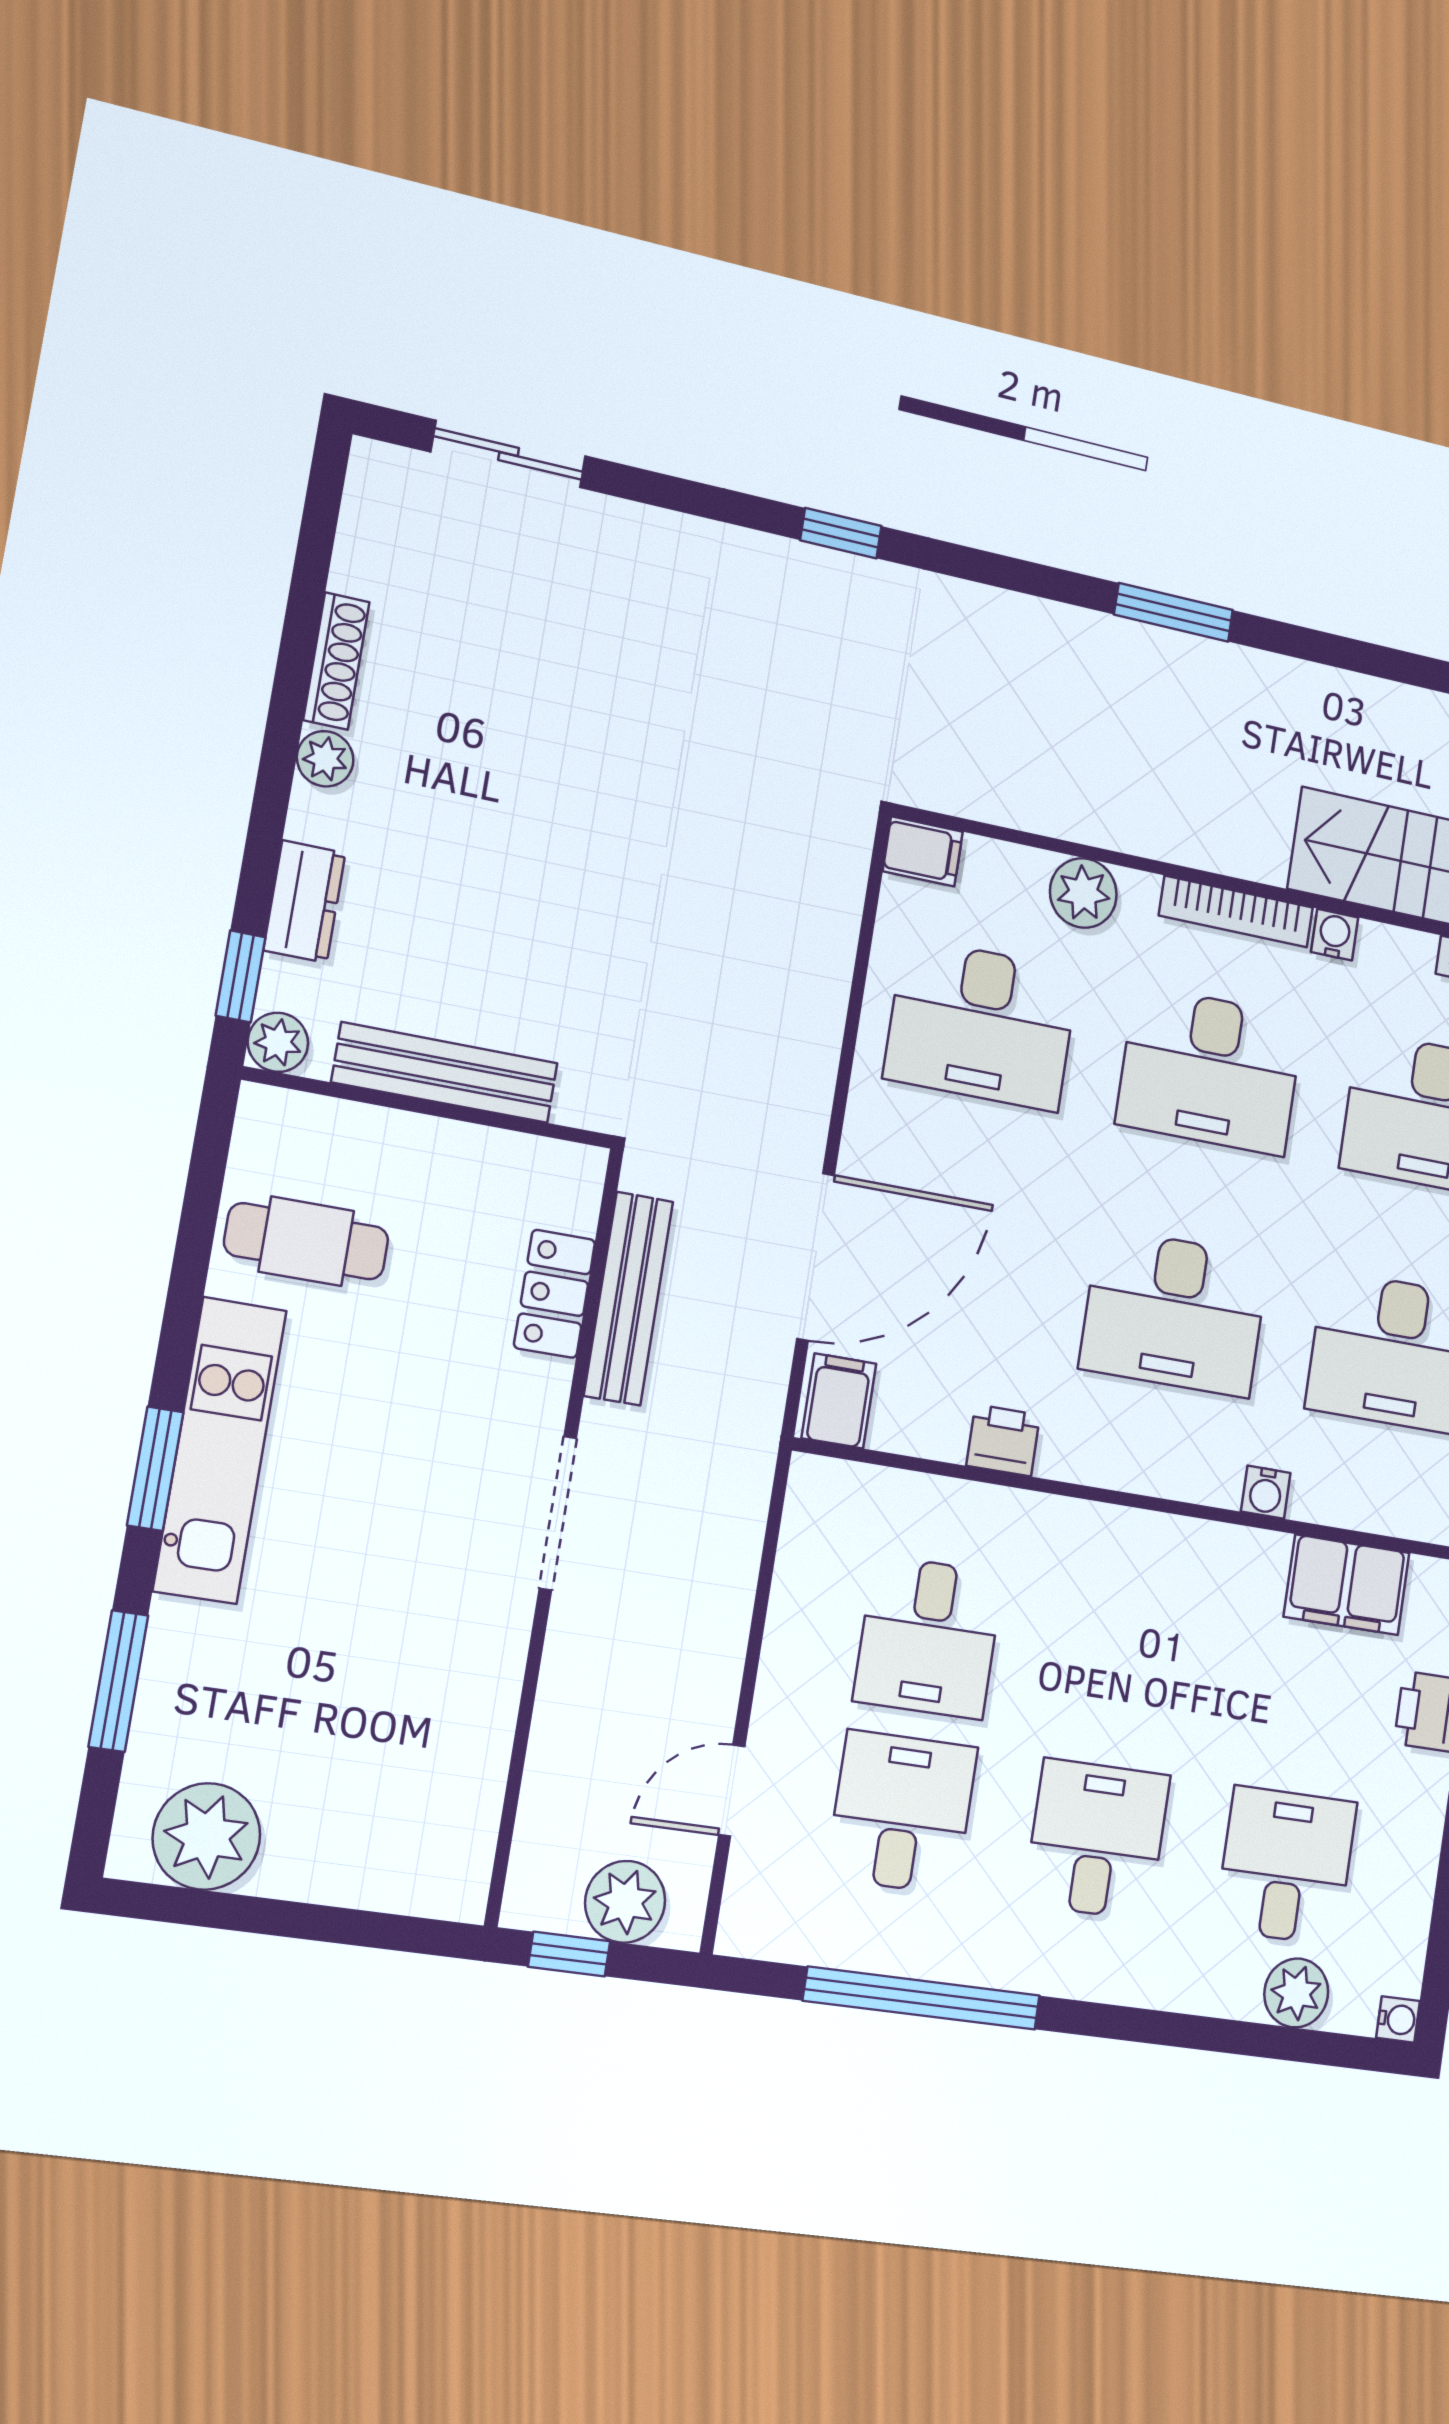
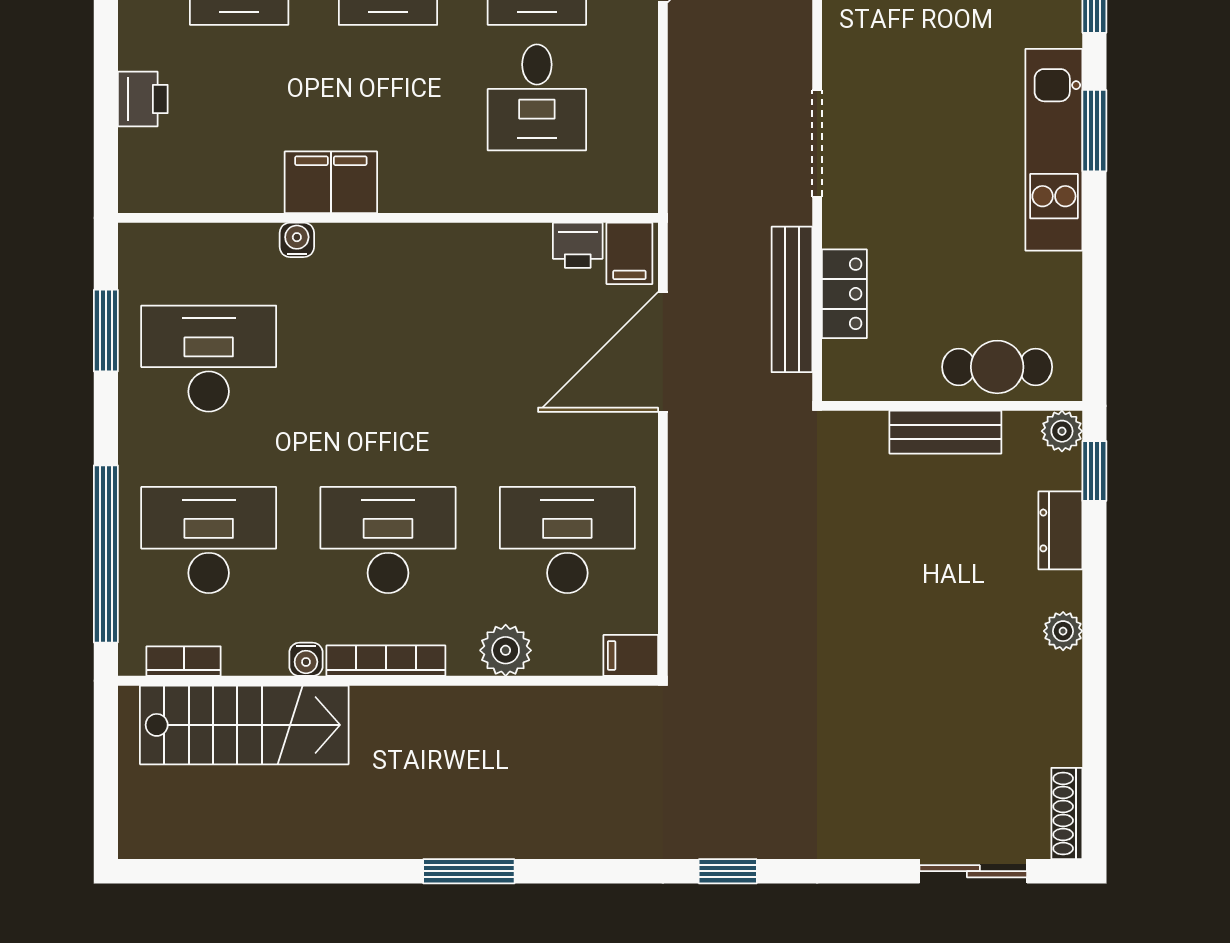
shoe rack: (336, 661) -> (1067, 813), moved
bench: (445, 1073) -> (945, 432), width x0.73
cafe table: (306, 1241) -> (997, 367), moved
desk: (1174, 1313) -> (388, 359), removed
printer: (1003, 1440) -> (578, 245), moved
filing cabinet: (1347, 1585) -> (331, 182), moved
desk: (929, 1637) -> (537, 97), turned 180

